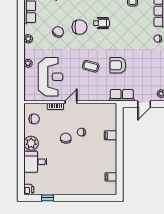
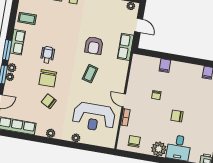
chair: (79, 27) -> (48, 78), turned 180
reception desk: (50, 77) -> (94, 117), turned 180
chair: (66, 138) -> (177, 116), moved

